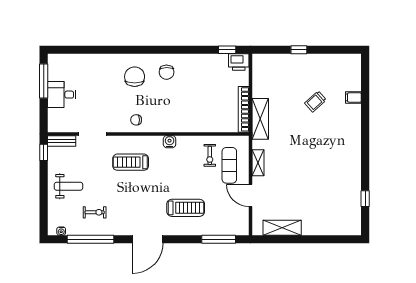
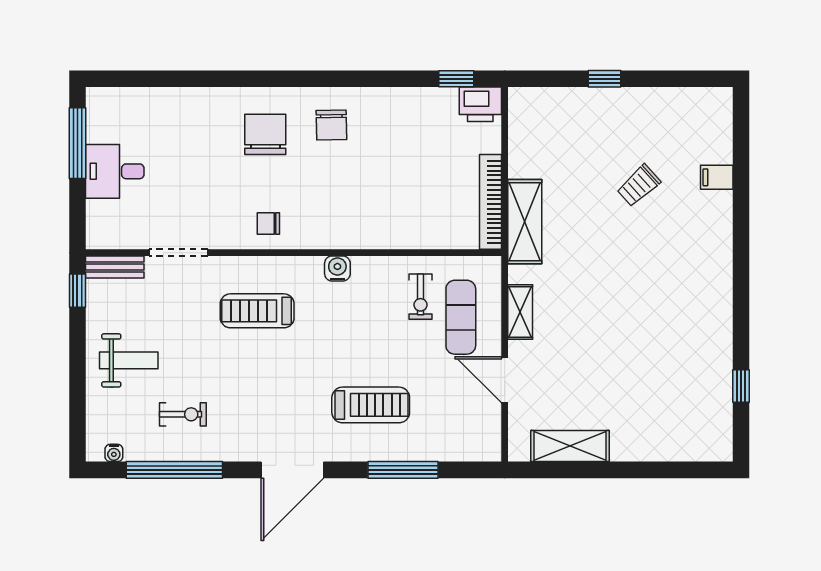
window: (219, 239) -> (403, 470), moved

